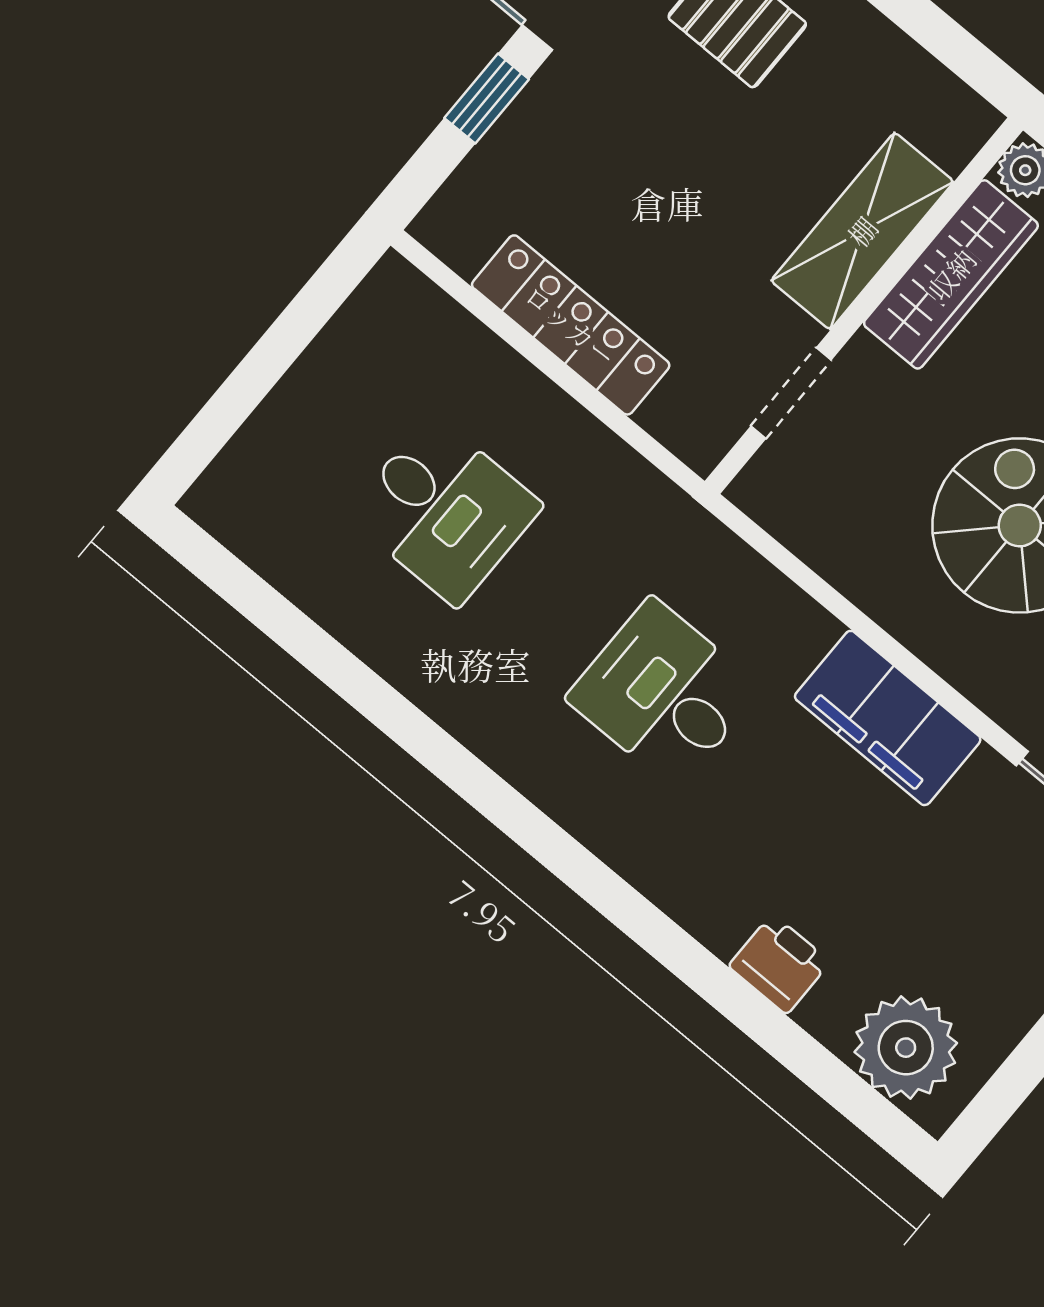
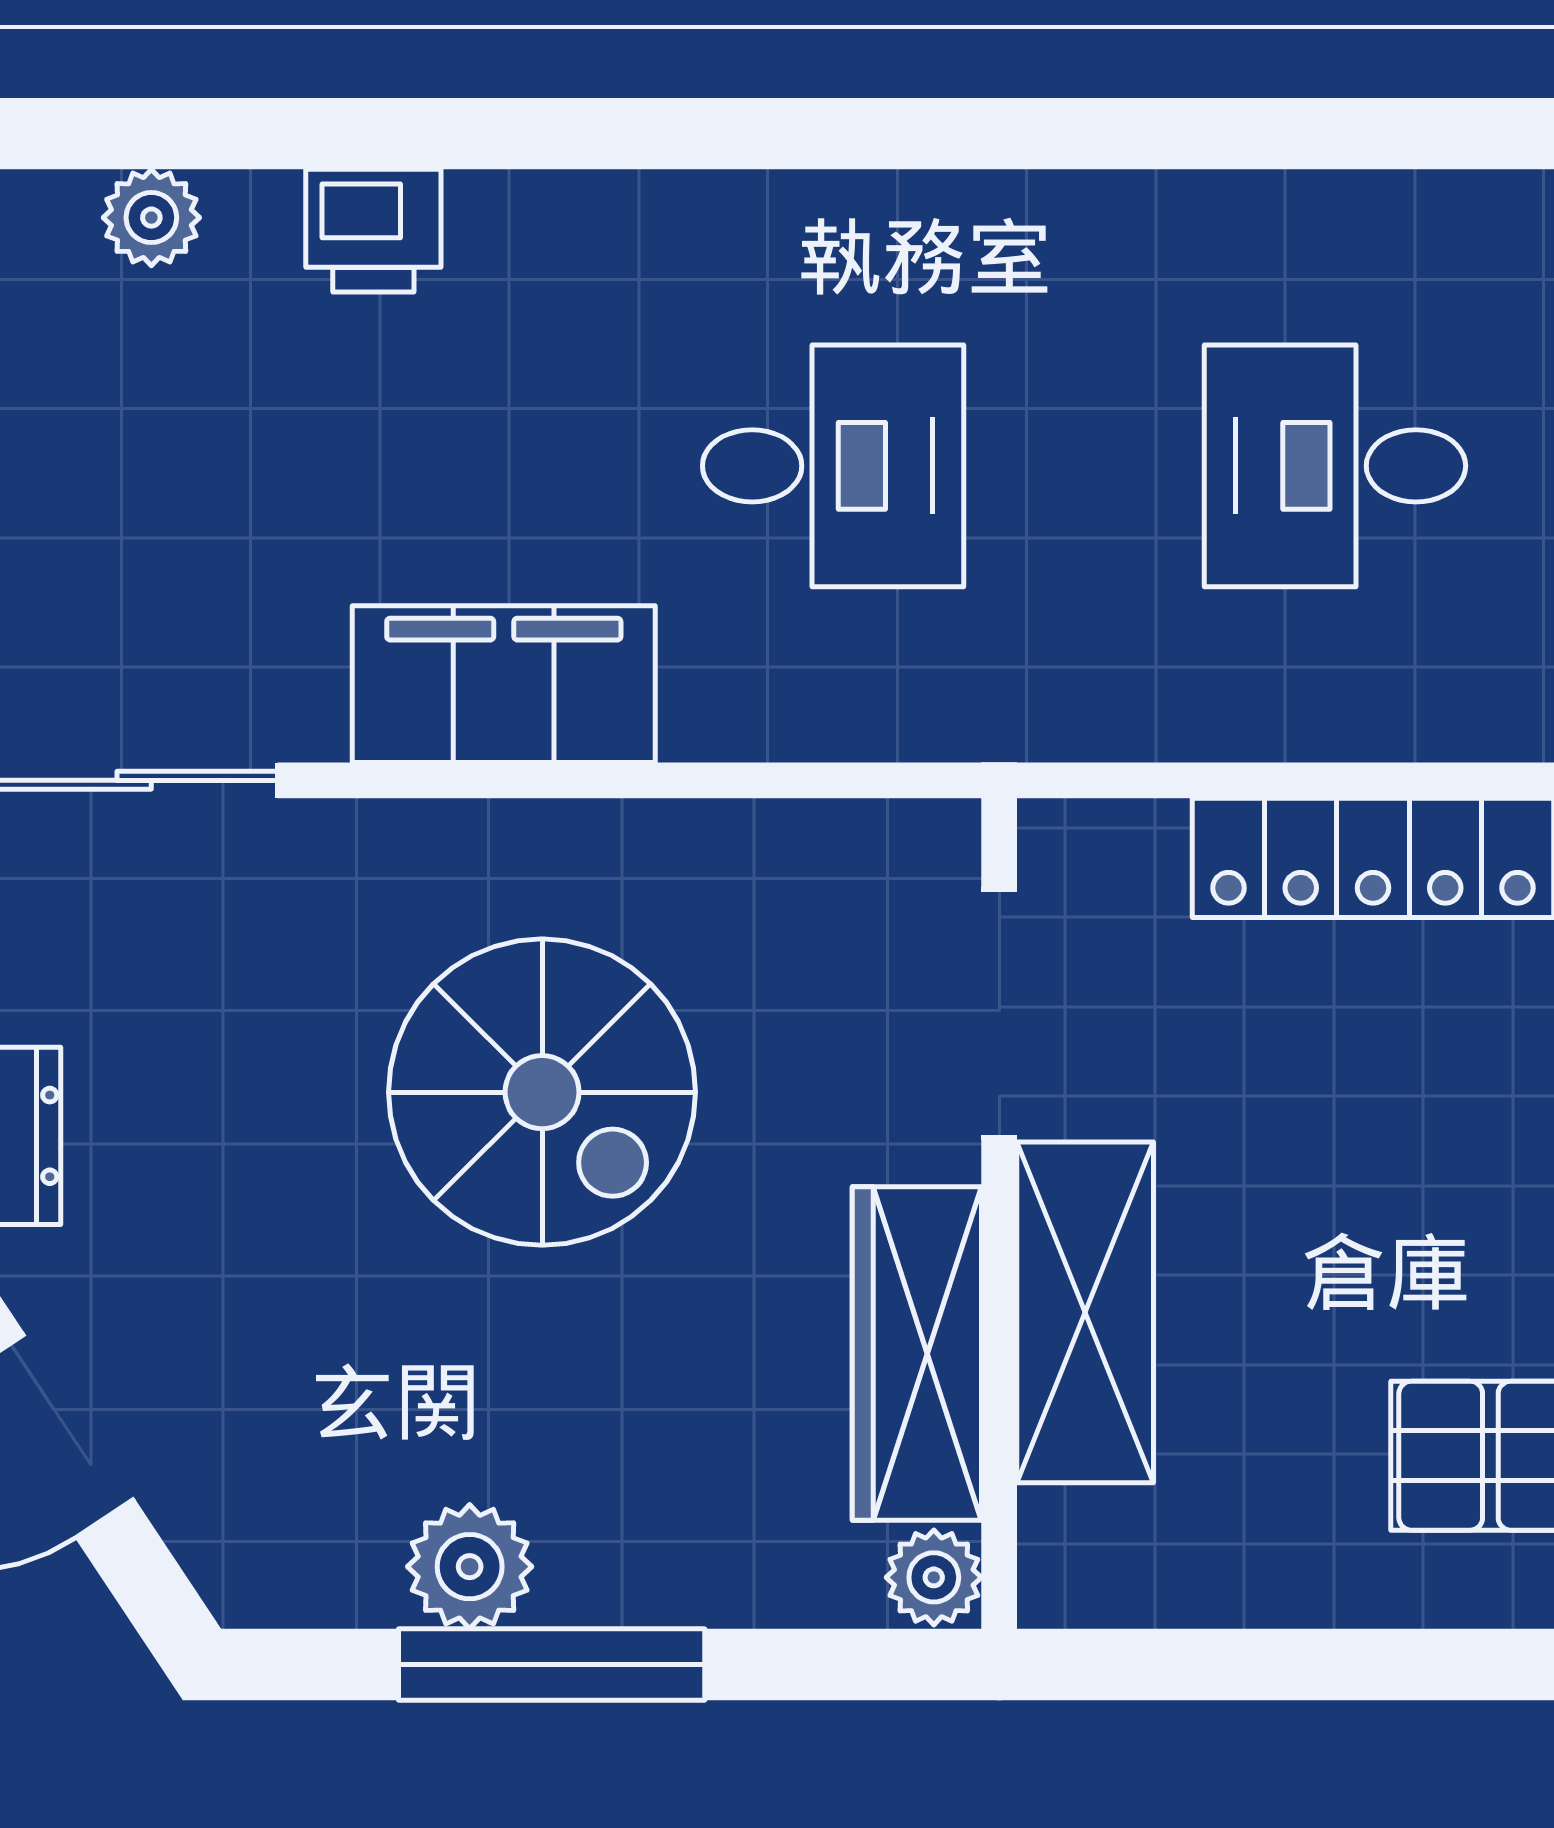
doorway: (791, 393) -> (999, 1014), width x1.38
plant: (906, 1048) -> (151, 218), width x0.53, depth x0.53

